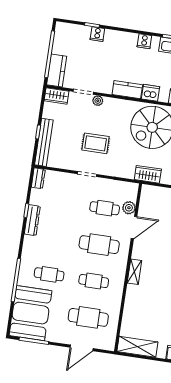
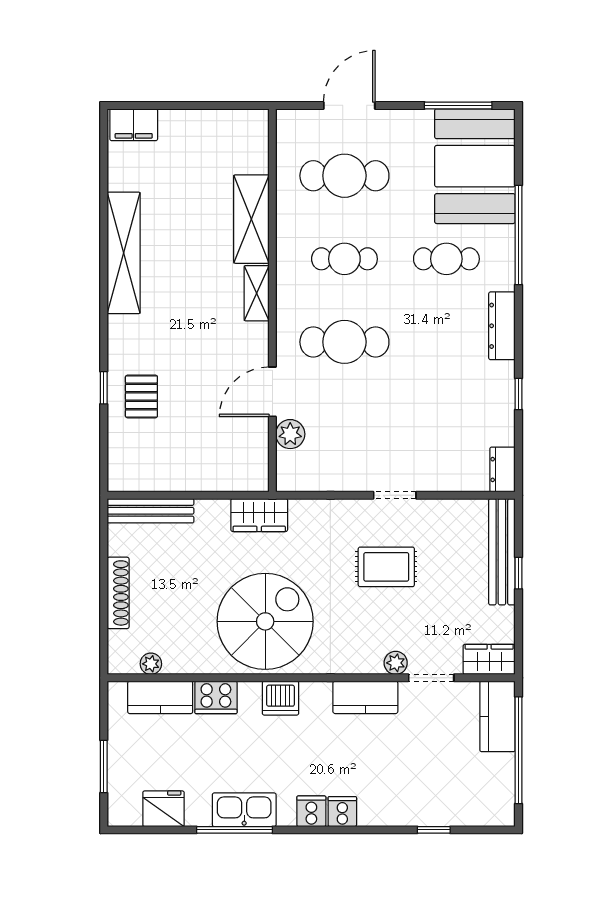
cooker: (97, 34) -> (342, 812), moved
kitchen counter: (127, 90) -> (365, 697), moved
cafe table: (105, 208) -> (344, 425), removed
dresser: (32, 220) -> (502, 326), moved
shelving: (137, 347) -> (251, 219), moved, turned 90

